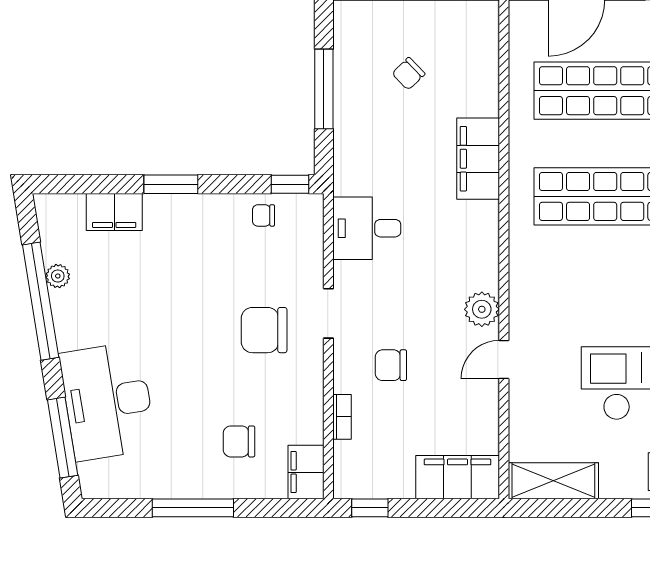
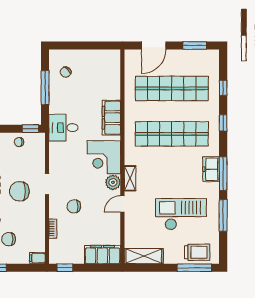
chair: (408, 74) -> (66, 72), moved
desk: (367, 228) -> (63, 128), moved
corner desk: (461, 251) -> (104, 157), added
shelving: (522, 300) -> (130, 178), added
filing cabinet: (306, 472) -> (37, 258), width x0.50

